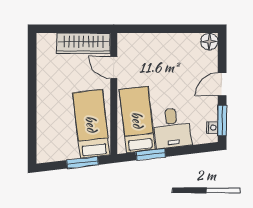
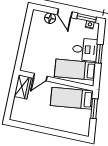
floor lamp: (209, 42) -> (50, 18), moved
wardrobe: (84, 43) -> (23, 87), width x0.67
window: (151, 154) -> (99, 54), moved

